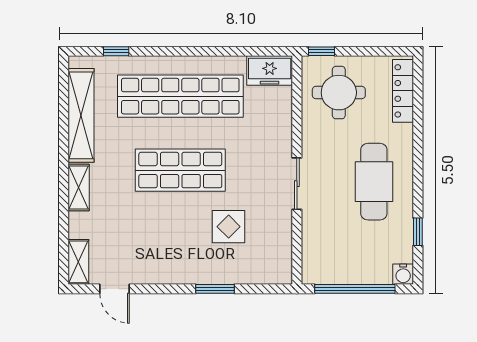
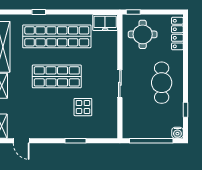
window: (116, 51) -> (39, 12), moved

